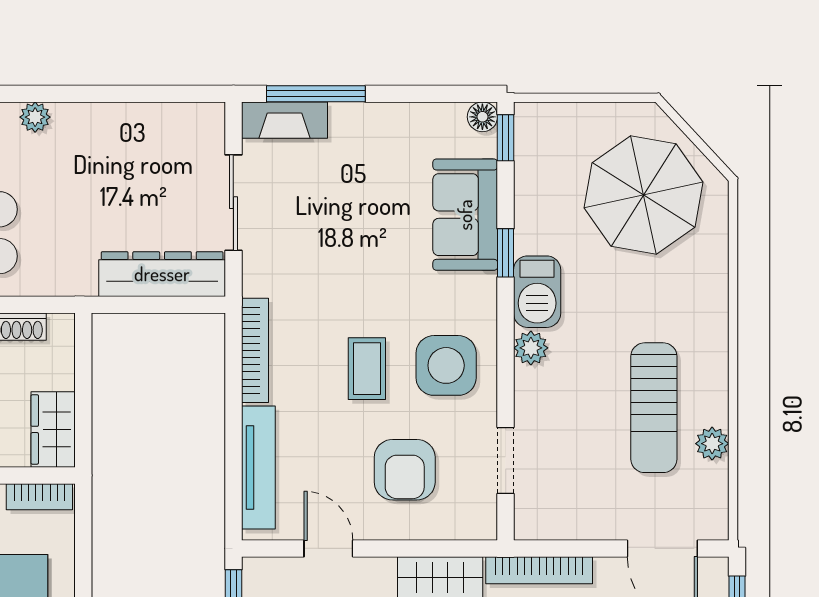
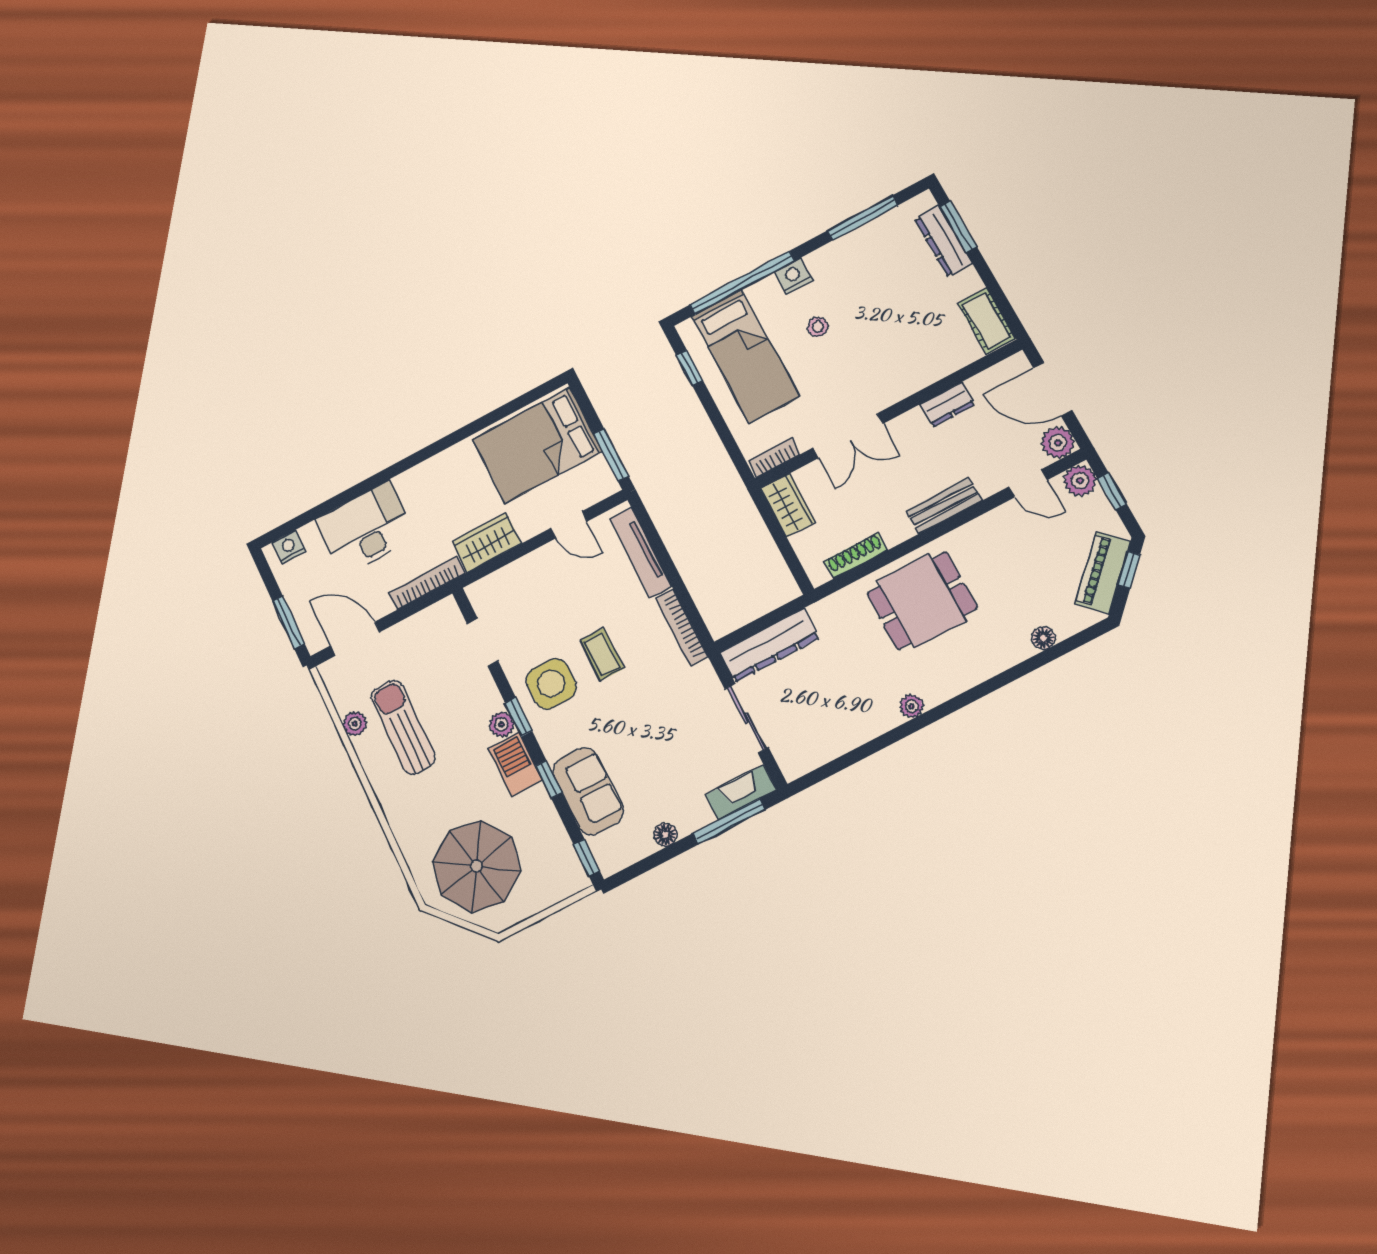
floor lamp: (482, 117) -> (665, 835), moved
window: (506, 346) -> (519, 717), added
armchair: (405, 470) -> (545, 602), removed

